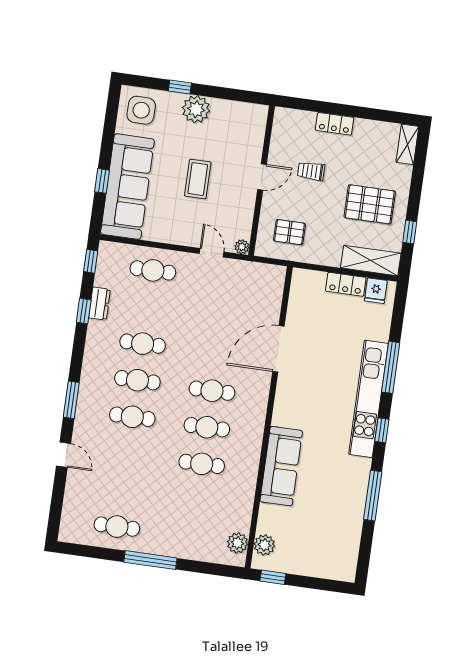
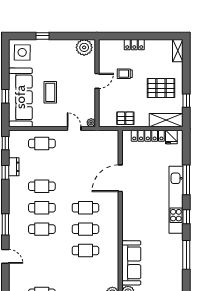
plant: (196, 109) -> (84, 47), moved
coffee table: (198, 179) -> (50, 92), moved
pallet: (289, 232) -> (125, 118), moved
locker: (346, 284) -> (148, 136), width x1.53
sofa: (281, 466) -> (131, 263), moved

